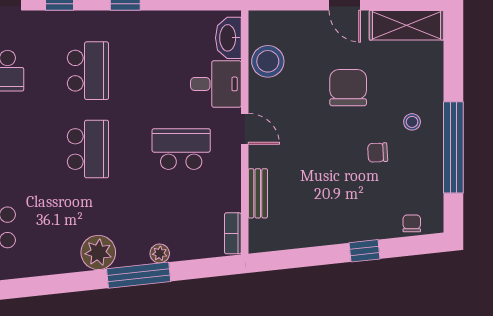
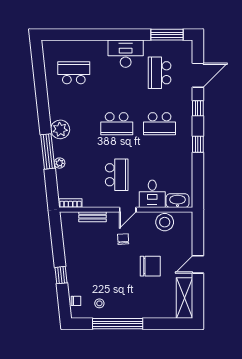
stool: (412, 122) -> (99, 303), moved
chair: (378, 153) -> (123, 239), moved

